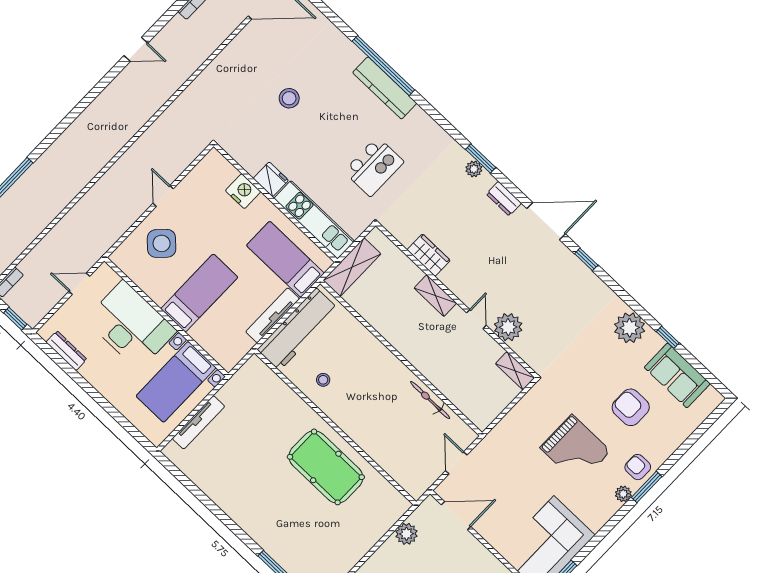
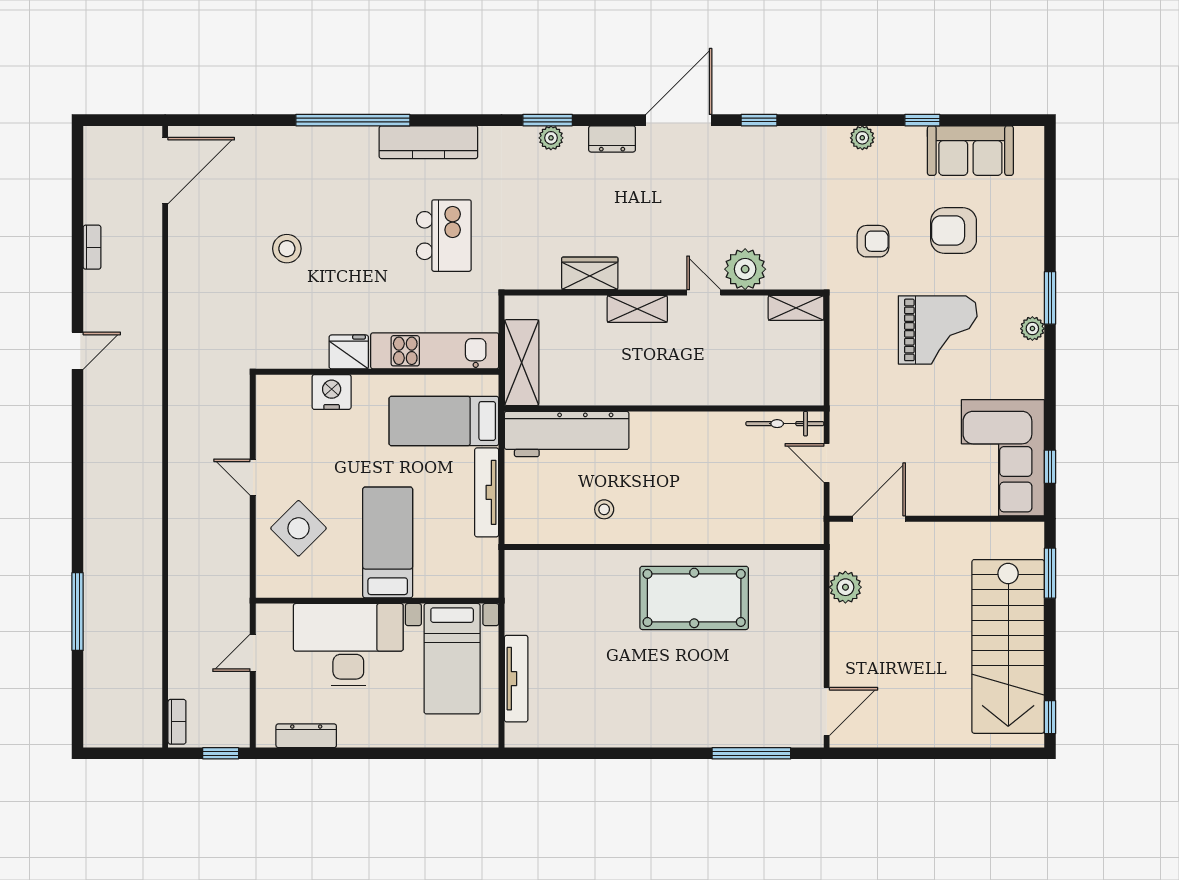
kitchen counter: (385, 88) -> (428, 142), moved
plant: (630, 328) -> (862, 138), width x0.53, depth x0.53
workbench: (298, 329) -> (567, 434), moved, turned 90
bicycle: (430, 400) -> (785, 424), moved
armchair: (638, 467) -> (873, 241), moved, turned 180

